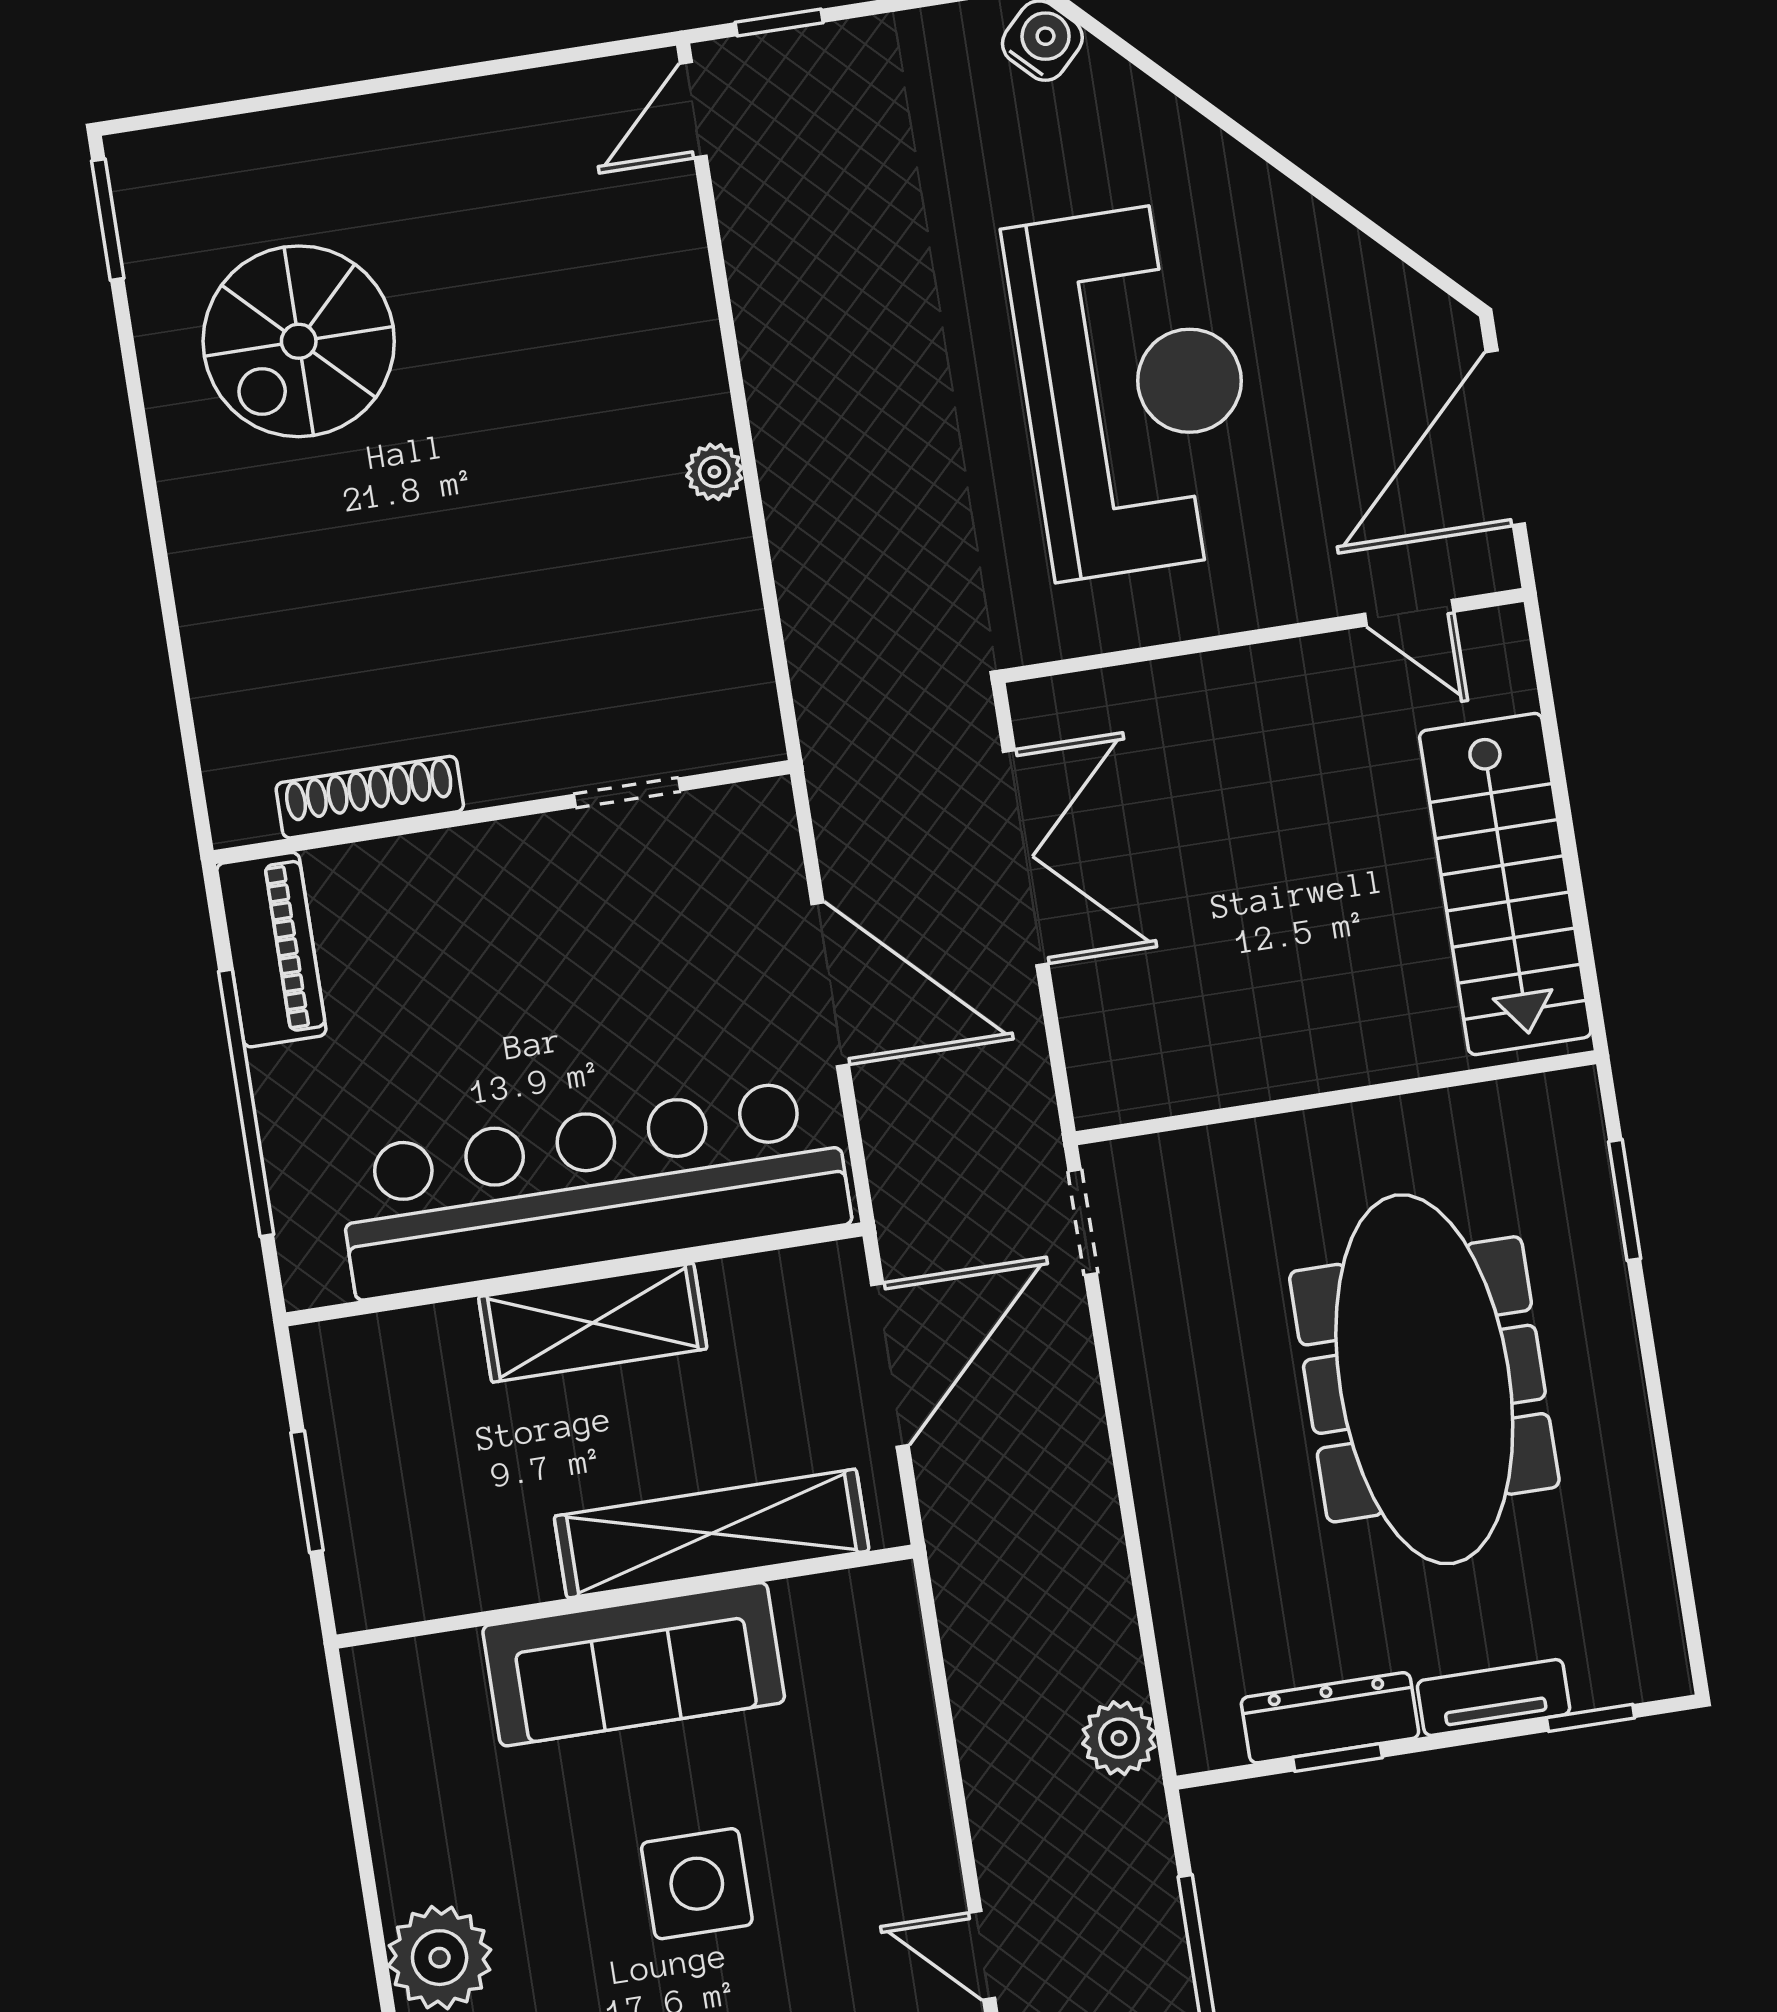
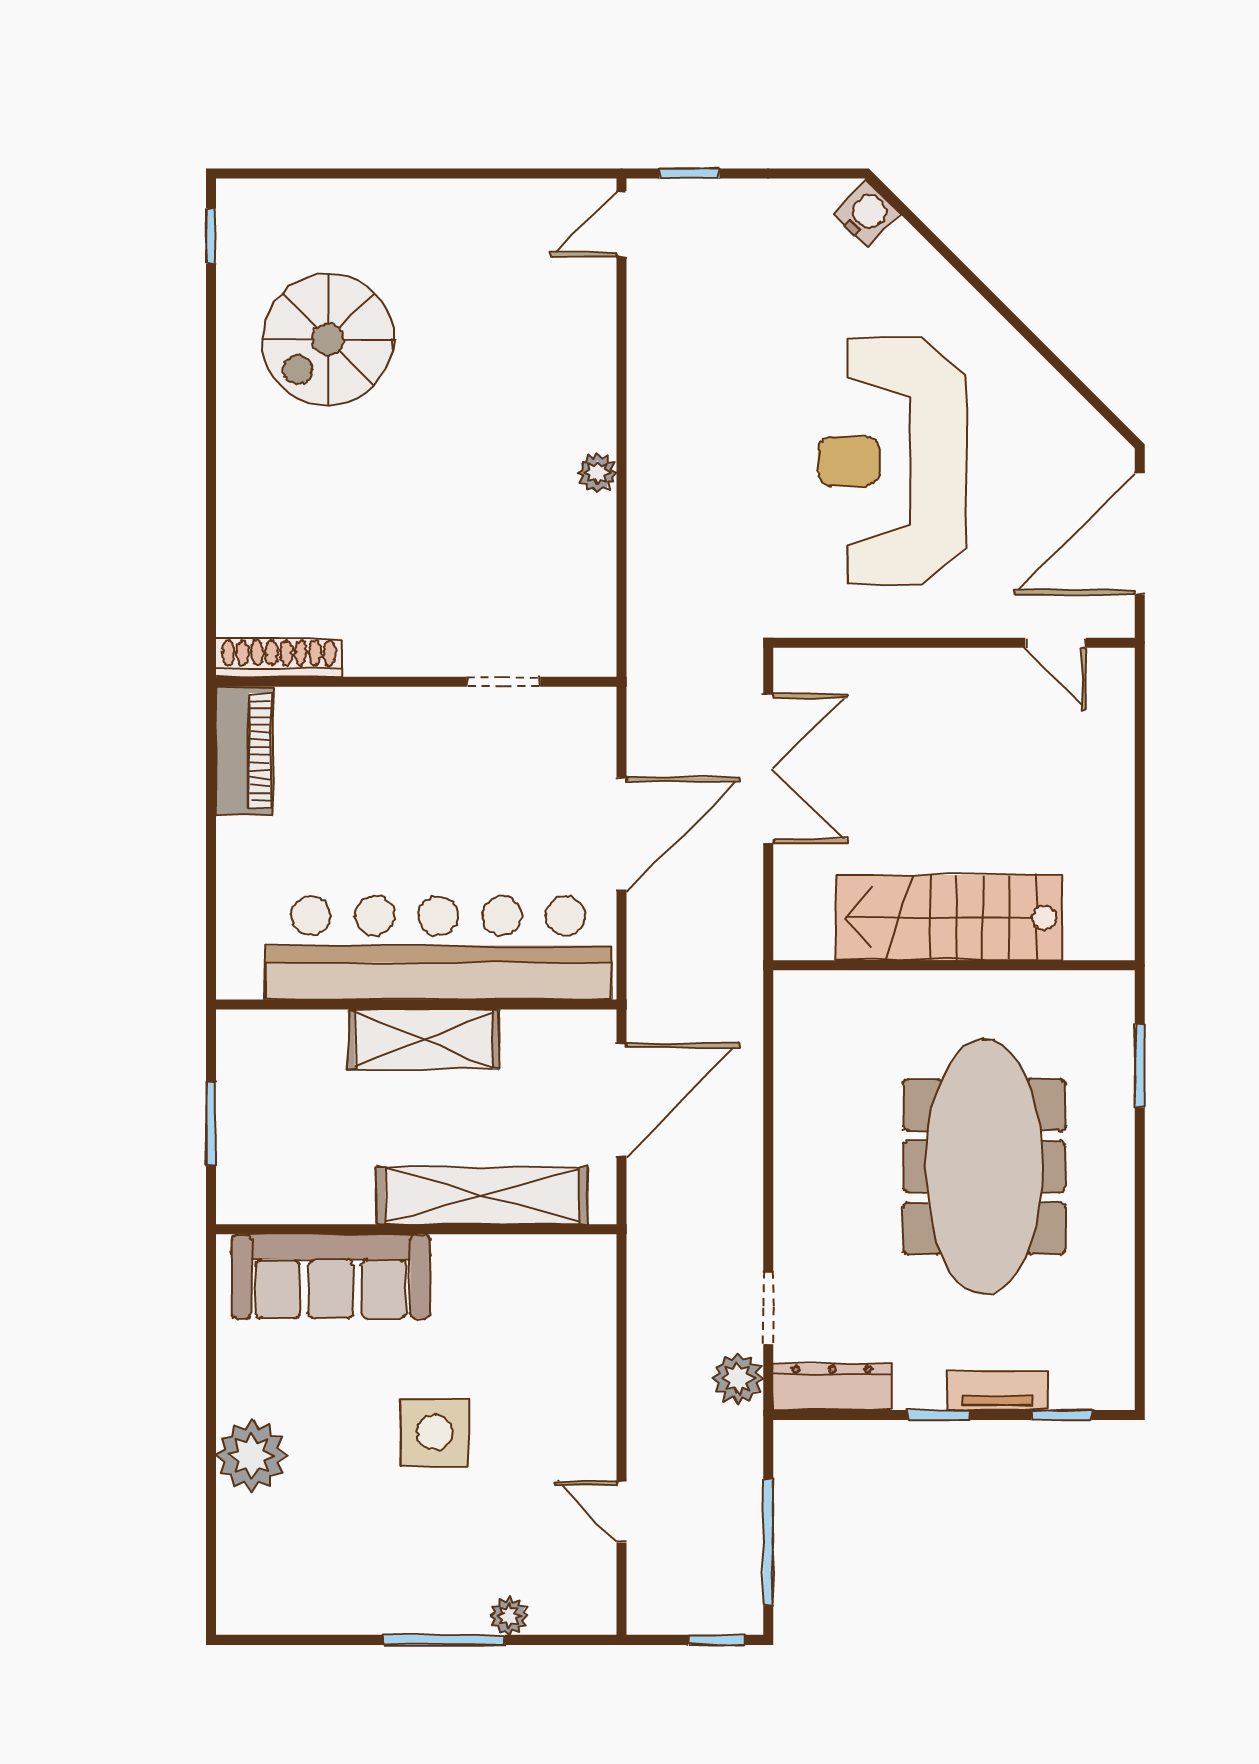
window: (108, 220) -> (211, 236), width x0.67
reception desk: (1134, 389) -> (892, 461), turned 180
shoe rack: (370, 797) -> (279, 657), moved
stairs: (1505, 884) -> (949, 918), moved, turned 90
door: (830, 984) -> (622, 834), hinge flipped
window: (246, 1103) -> (211, 853), removed
doorway: (1083, 1222) -> (768, 1308), moved
sofa: (634, 1664) -> (331, 1276), moved
dresser: (1330, 1718) -> (832, 1387), moved
window: (1338, 1758) -> (939, 1415), moved

